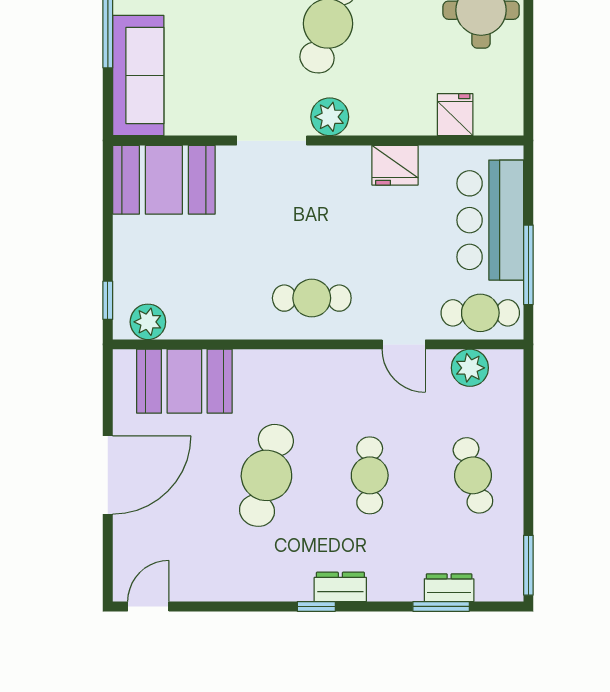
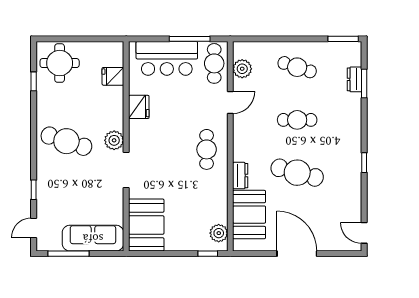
cafe table: (473, 475) -> (297, 67), turned 33
dresser: (340, 587) -> (240, 176), moved, turned 180
window: (316, 606) -> (364, 163), moved

